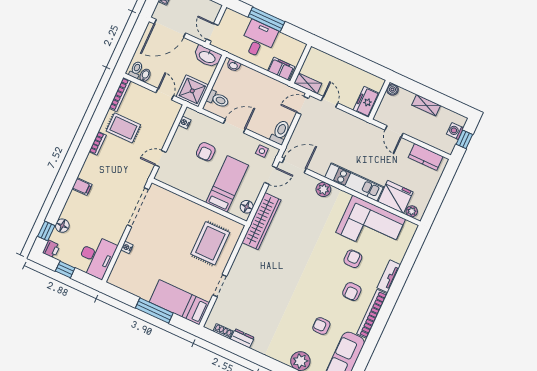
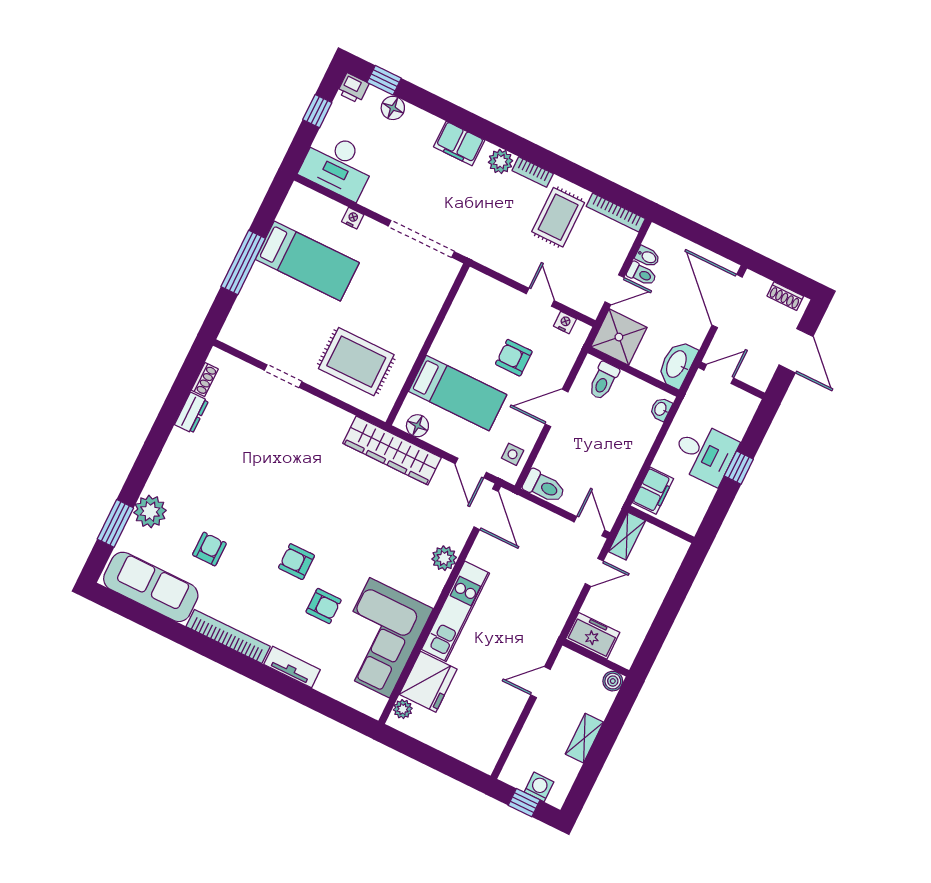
window: (266, 19) -> (739, 468), width x0.46
toilet: (136, 70) -> (642, 274), moved
door: (234, 126) -> (557, 408), swing flipped
kitchen counter: (426, 157) -> (496, 735), removed
door: (160, 159) -> (540, 297), moved
plant: (92, 162) -> (501, 161), added
filing cabinet: (82, 187) -> (459, 143), width x2.00
armchair: (352, 292) -> (296, 562), moved
bed: (179, 302) -> (307, 261), moved, turned 90

